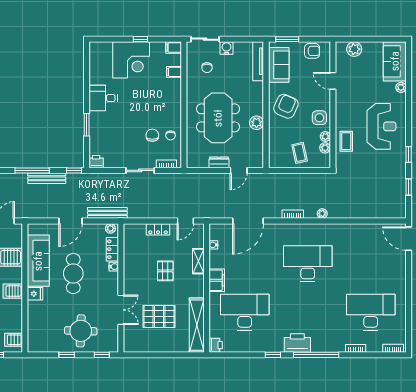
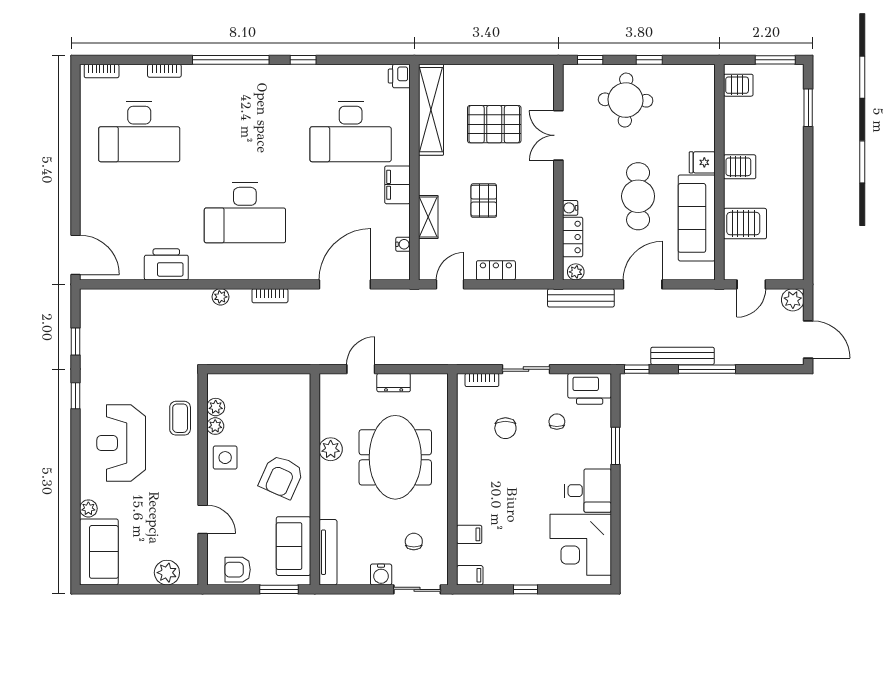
corner desk: (131, 60) -> (581, 545), moved, turned -90
chair: (171, 135) -> (557, 422), moved
coffee table: (300, 153) -> (259, 399), removed
printer: (96, 162) -> (590, 389), width x1.87, depth x1.48
printer: (297, 343) -> (166, 264), moved, turned 180

